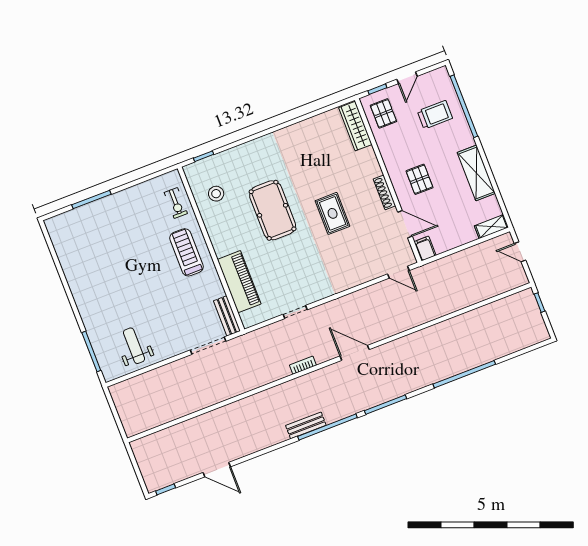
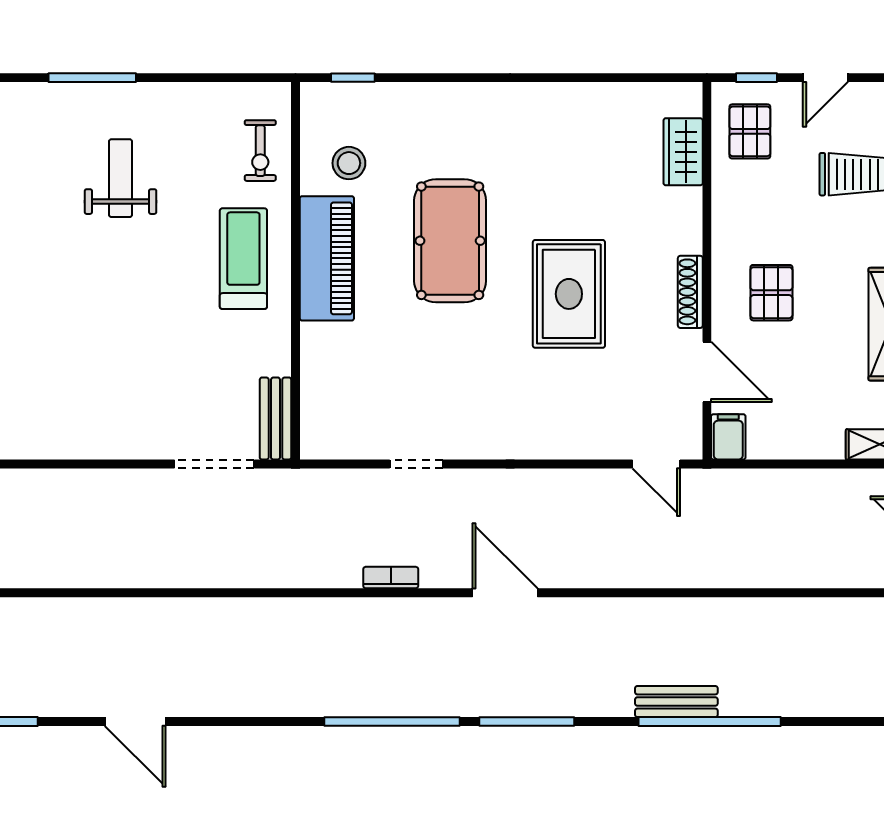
wardrobe: (355, 126) -> (683, 152), width x0.67
rug: (333, 213) -> (569, 294), width x1.36, depth x1.43
piano: (239, 282) -> (327, 258), moved
weight bench: (134, 346) -> (121, 178), moved
bench: (306, 425) -> (676, 702), moved

